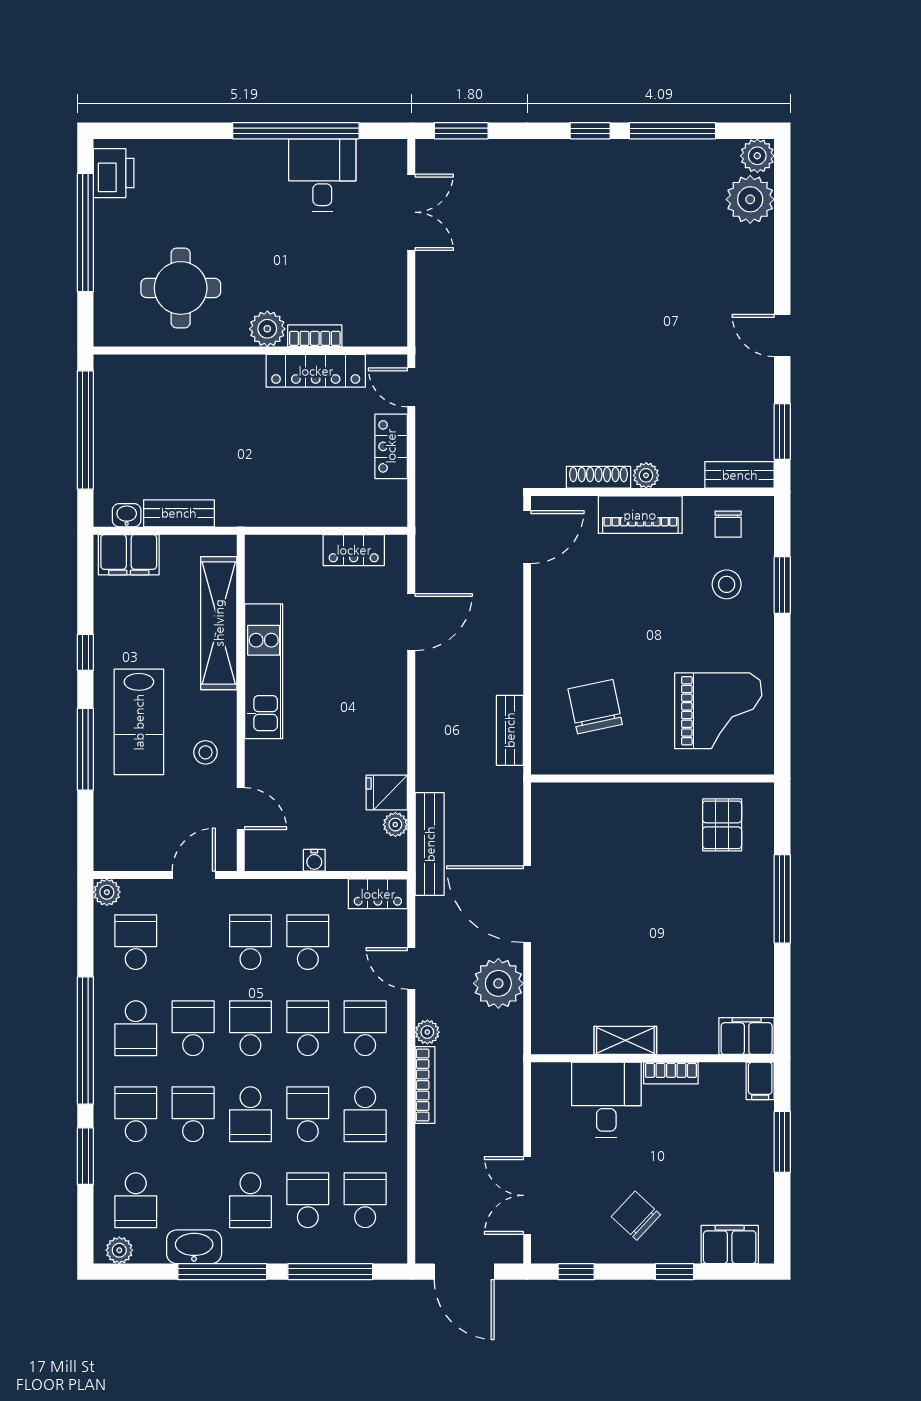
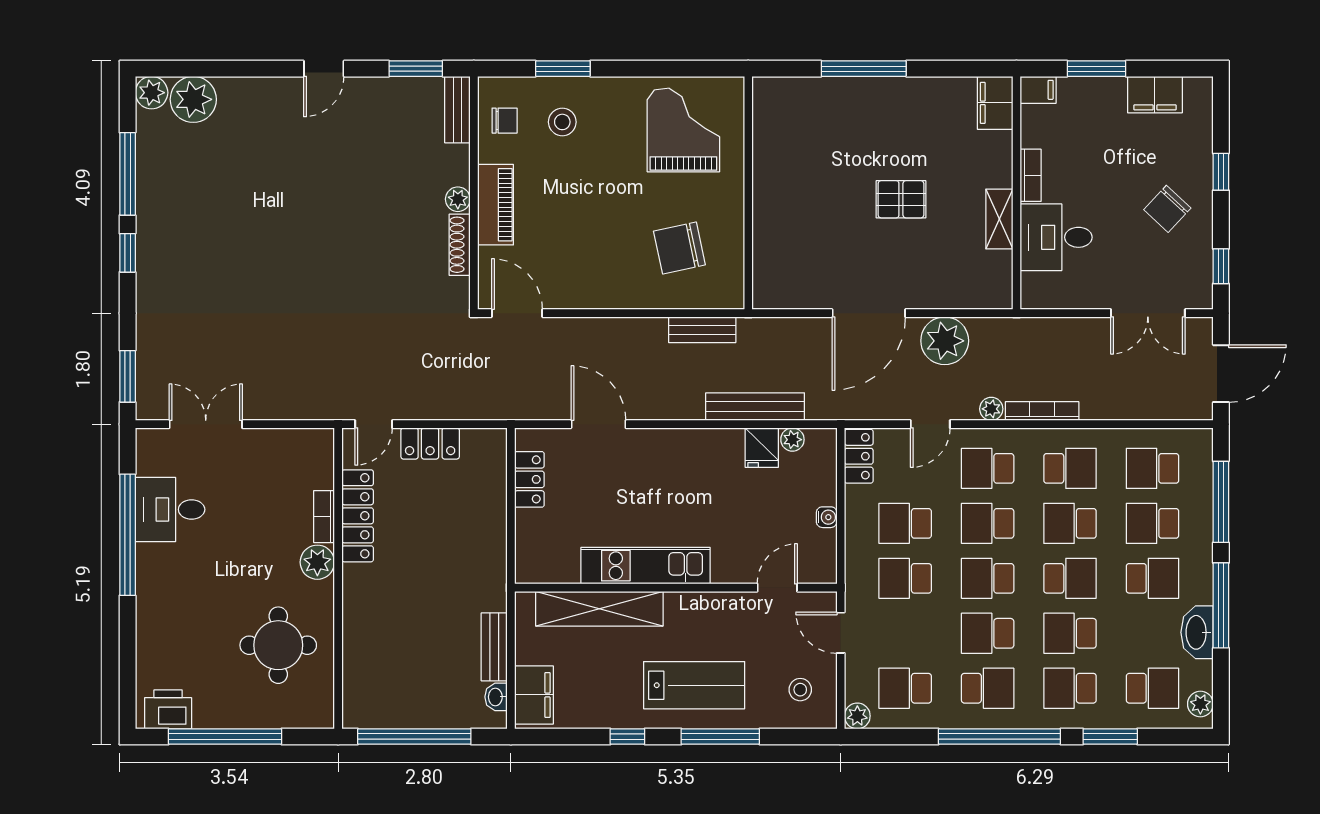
stool: (205, 752) -> (800, 690), moved
pallet: (722, 825) -> (901, 199), moved
bench: (430, 844) -> (755, 407), moved
filing cabinet: (730, 1245) -> (1155, 95), moved, turned -90

